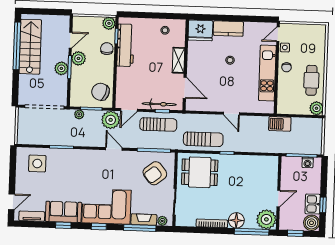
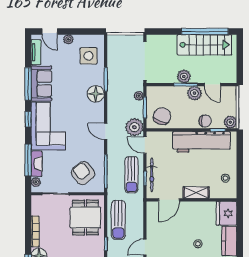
workbench: (125, 45) -> (201, 142), width x1.36, depth x1.32
door: (114, 149) -> (106, 131), swing flipped
floor lamp: (76, 158) -> (96, 94), added
plant: (20, 183) -> (68, 39), added
window: (63, 225) -> (28, 84), width x2.17

